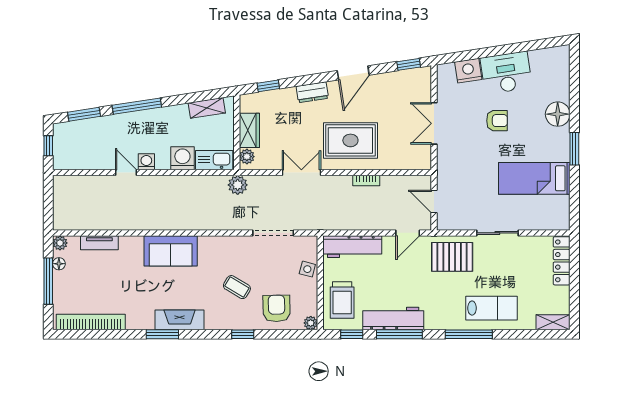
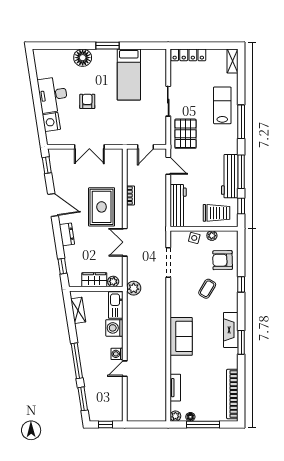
plant: (311, 323) -> (212, 236), moved

